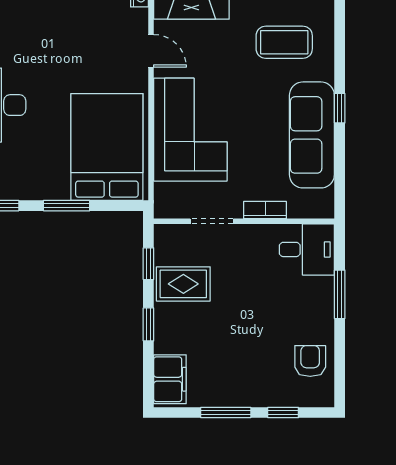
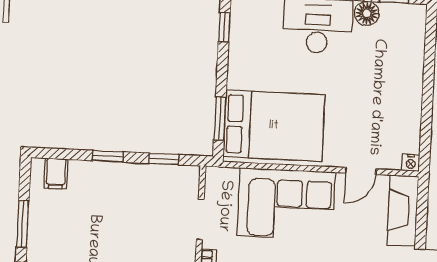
window: (67, 206) -> (220, 119), moved
rug: (183, 284) -> (144, 190), removed
filing cabinet: (170, 379) -> (56, 174), width x0.50

